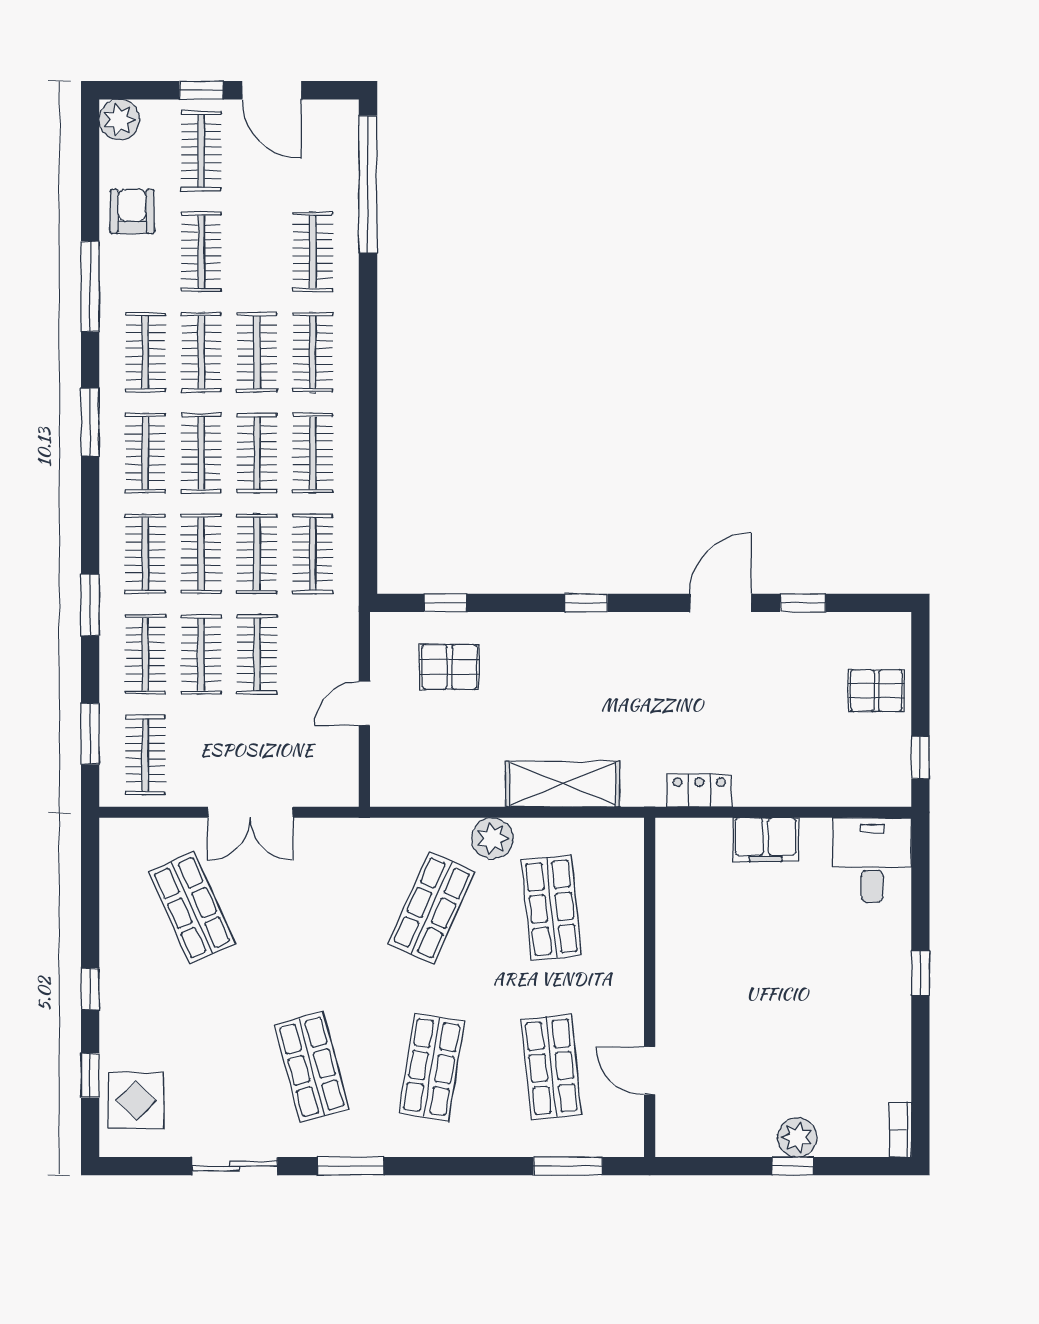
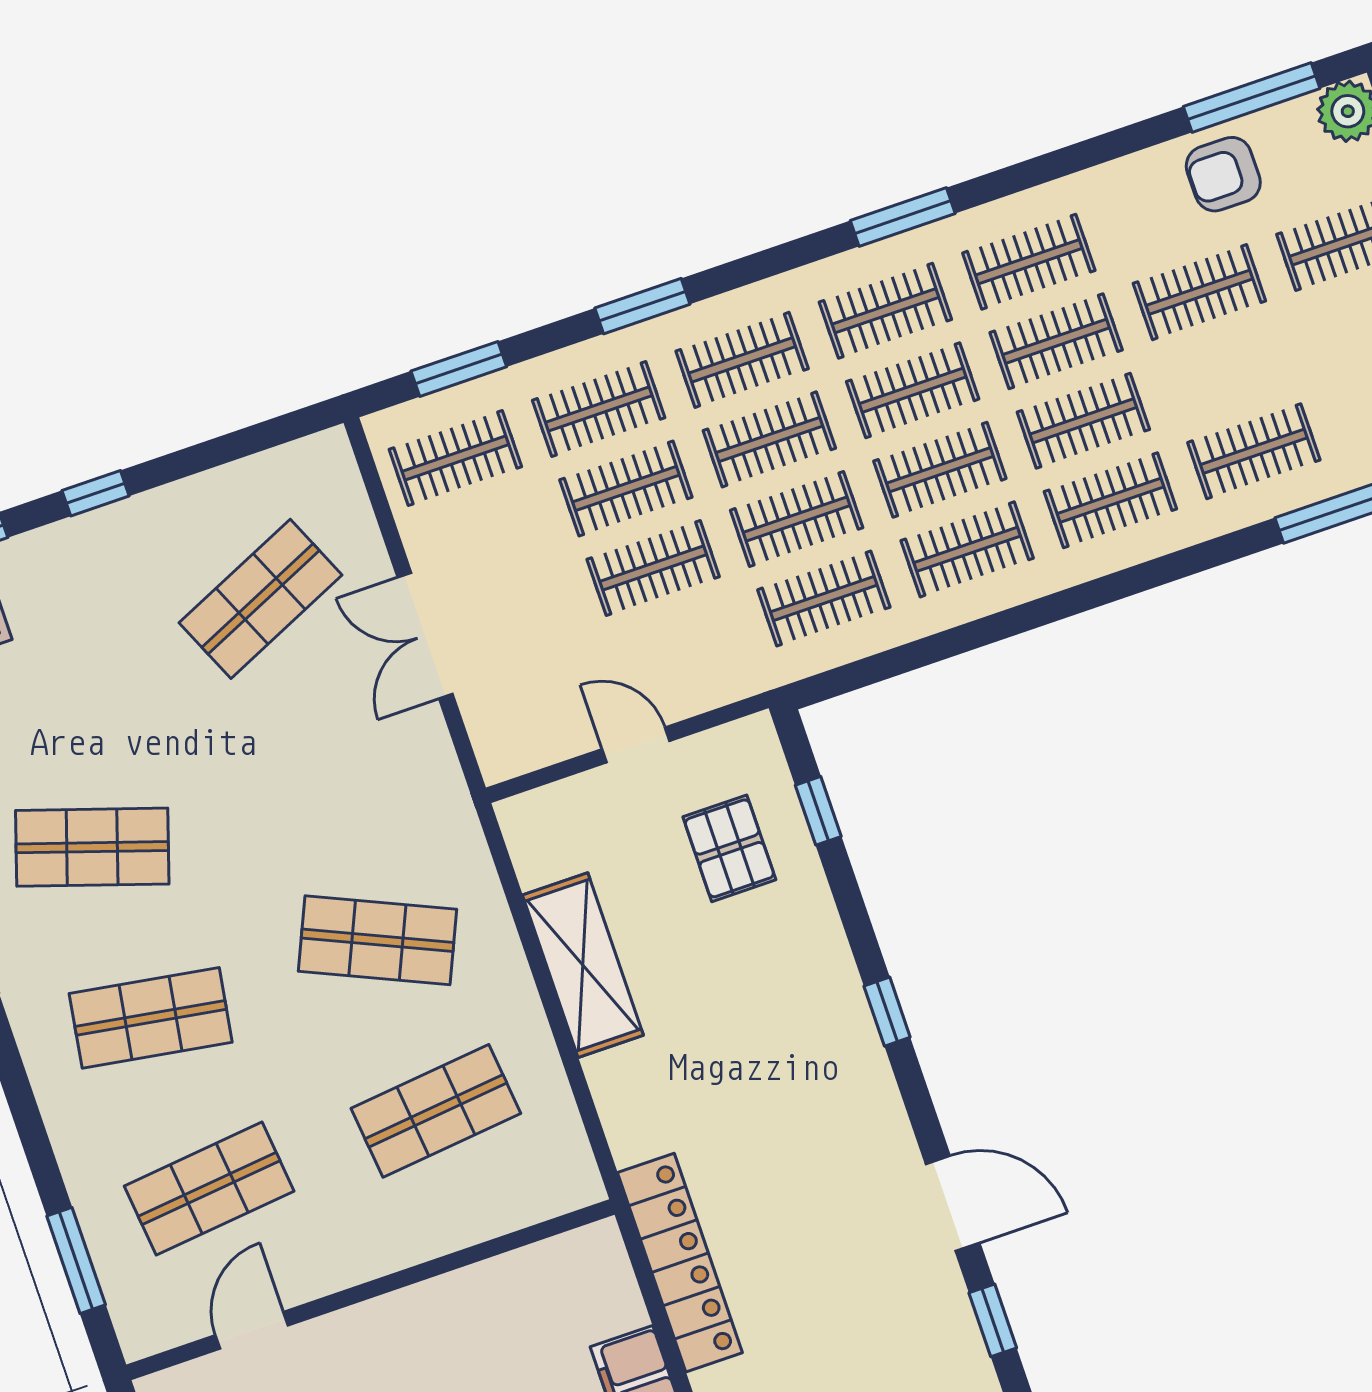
armchair: (132, 211) -> (1223, 174), turned 180
window: (90, 287) -> (1252, 98), moved
shelving: (563, 784) -> (583, 965), moved
locker: (699, 790) -> (680, 1263), width x2.16, depth x1.21
plant: (492, 838) -> (506, 993), removed
shop shelf: (312, 1067) -> (92, 847), turned 33

